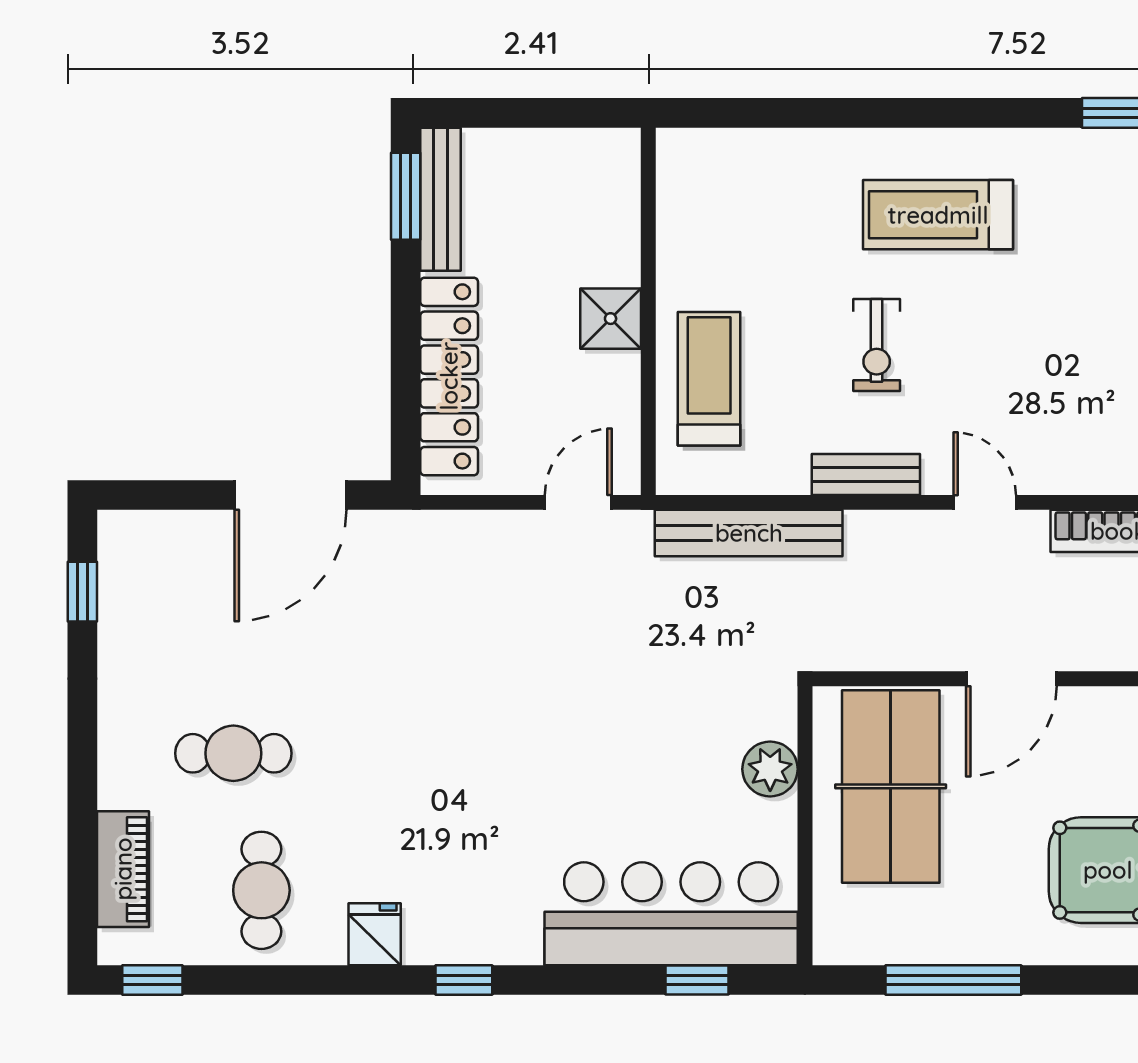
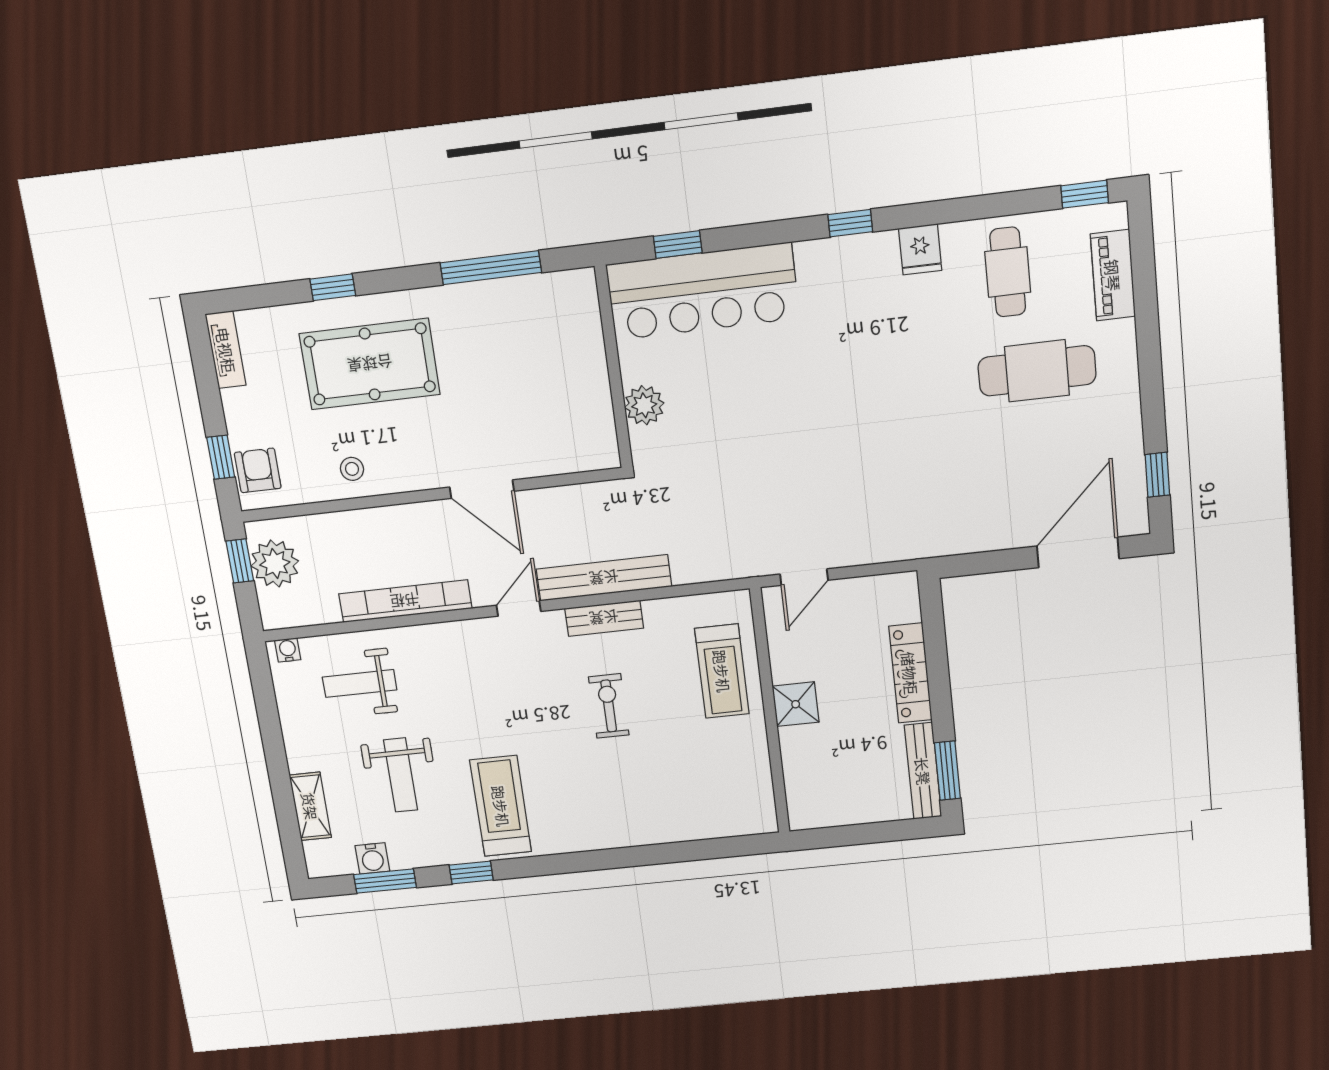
treadmill: (938, 215) -> (501, 806), moved, turned -90
locker: (449, 376) -> (910, 673), width x0.71, depth x0.83
door: (290, 495) -> (1078, 552), moved
door: (985, 502) -> (519, 608), swing flipped
bench: (749, 533) -> (604, 578), moved
door: (1011, 679) -> (482, 489), swing flipped
cafe table: (233, 753) -> (1037, 371), width x1.37, depth x1.35
table tennis table: (891, 786) -> (556, 403), removed

